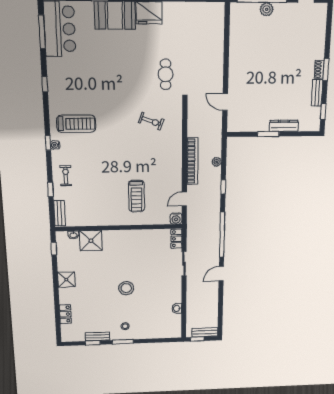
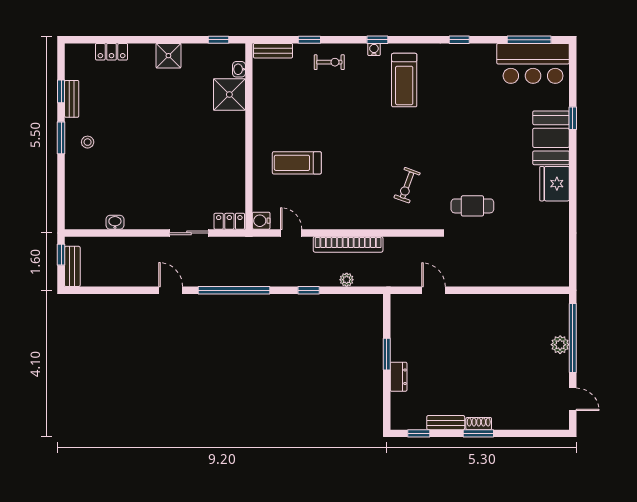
door: (225, 102) -> (434, 290), hinge flipped
dresser: (284, 126) -> (399, 377), width x0.70
stool: (126, 288) -> (151, 145), removed

